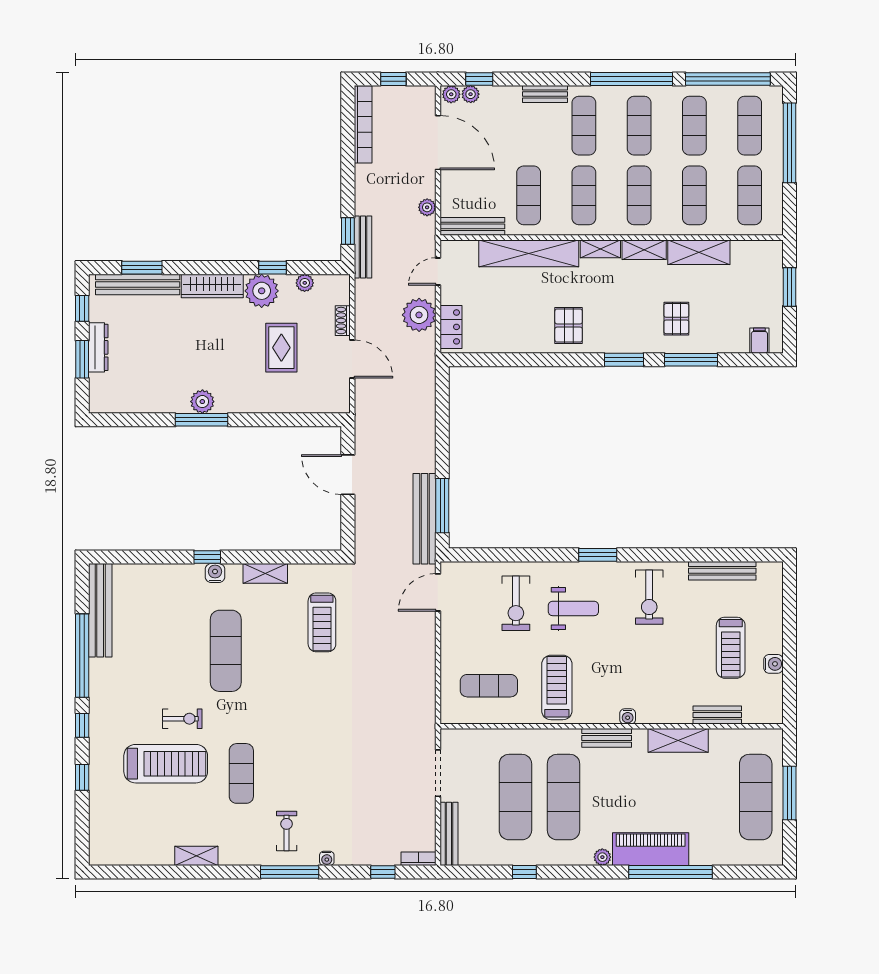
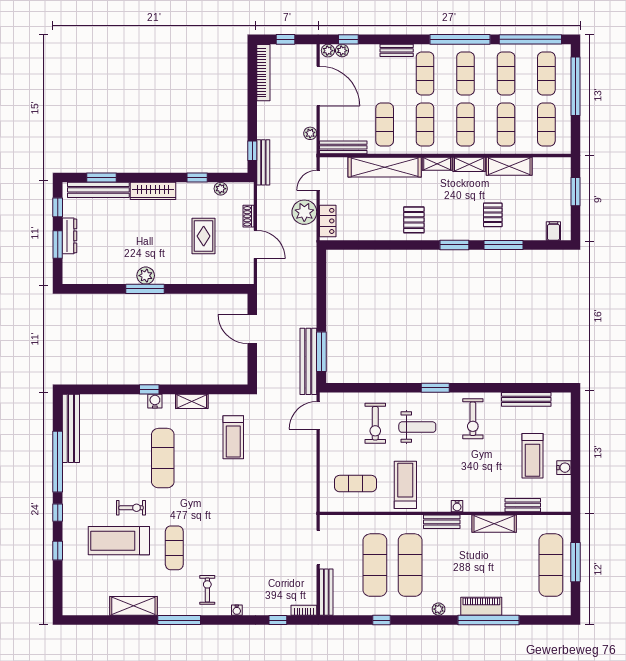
plant: (262, 291) -> (189, 194), removed
treadmill: (166, 764) -> (119, 541), turned 180
piano: (651, 849) -> (481, 606), width x0.73, depth x0.75
shelving: (196, 856) -> (133, 606), width x1.50, depth x1.33
window: (290, 872) -> (179, 620), moved

